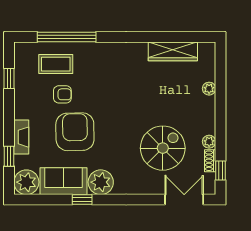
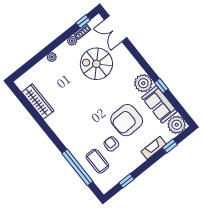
plant: (209, 89) -> (52, 57), moved

